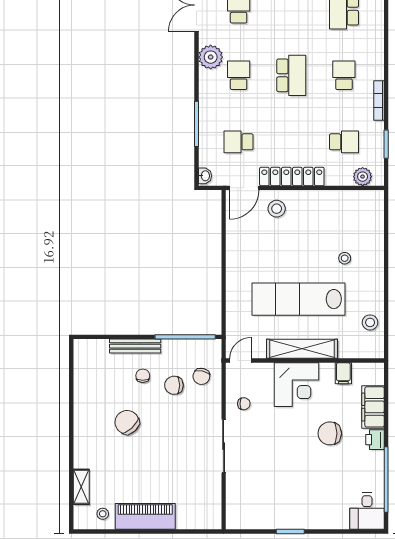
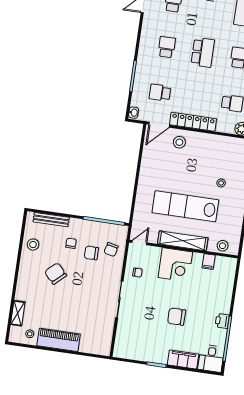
plant: (211, 57) -> (149, 32), removed
stool: (370, 322) -> (223, 246), moved
bench: (135, 346) -> (51, 220), moved
stool: (89, 385) -> (33, 245), added
filing cabinet: (373, 407) -> (183, 359), moved, turned 90
chair: (330, 433) -> (177, 317), moved
printer: (375, 440) -> (222, 321), moved

